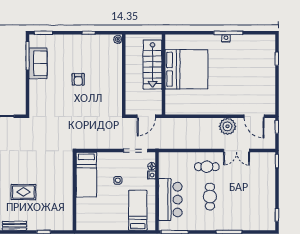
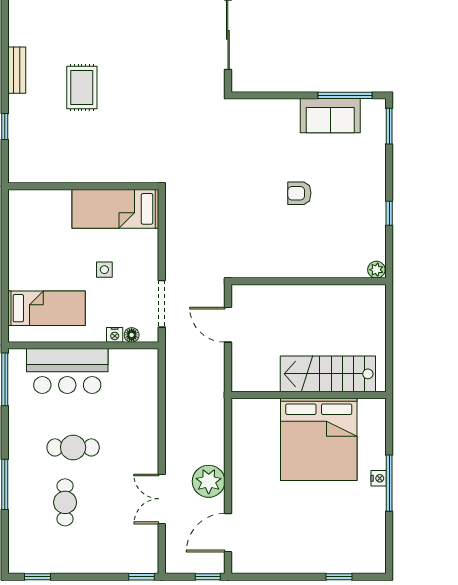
stairs: (153, 65) -> (328, 374), moved
bed: (186, 69) -> (319, 439), moved
wall: (163, 75) -> (309, 395), moved
cafe table: (207, 167) -> (65, 502), moved

